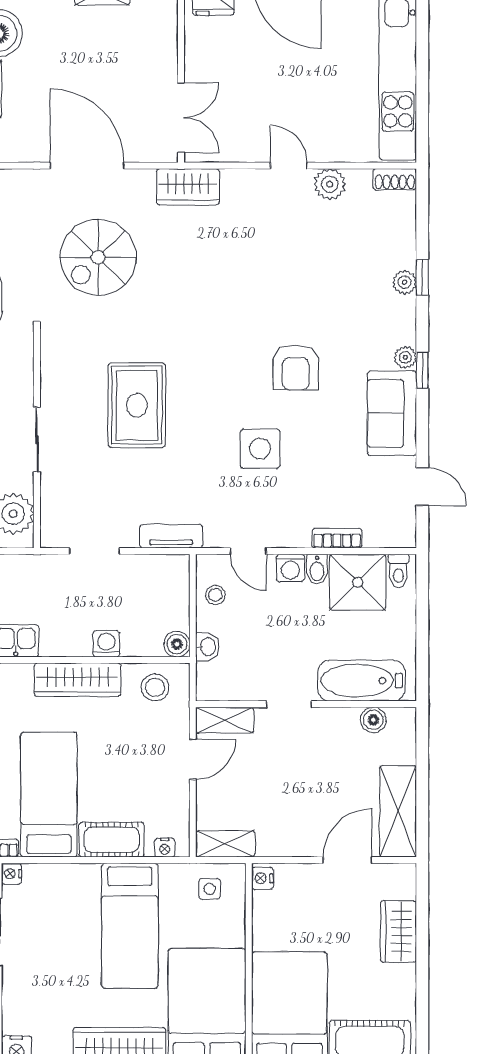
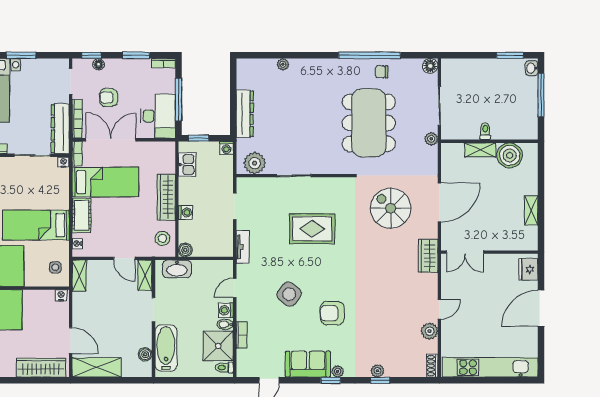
side table: (260, 449) -> (289, 294), turned 38
stool: (215, 595) -> (211, 270), removed
washbasin: (207, 647) -> (177, 269), width x1.91, depth x1.45
wardrobe: (398, 932) -> (41, 368), width x1.50

